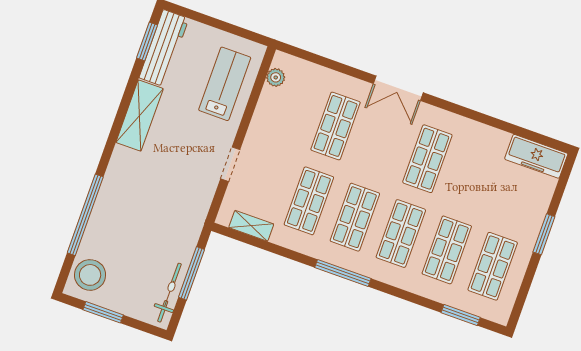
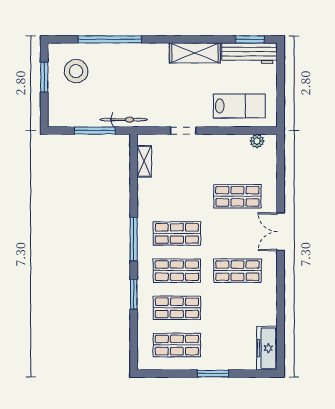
shop shelf: (309, 201) -> (177, 196), removed
stool: (90, 275) -> (76, 71), moved
bicycle: (169, 293) -> (124, 120), moved
window: (461, 315) -> (134, 294), moved

